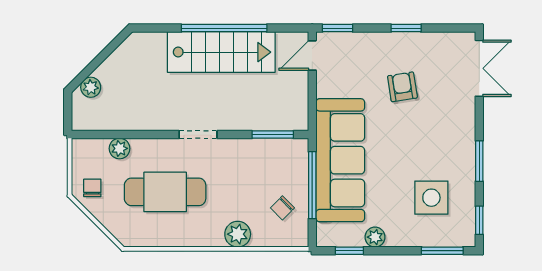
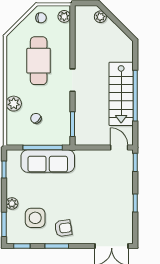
armchair: (402, 87) -> (63, 228), moved
plant: (119, 148) -> (64, 16), moved
sofa: (340, 160) -> (48, 161), width x0.74, depth x0.79
chair: (282, 208) -> (36, 118), moved
plant: (375, 237) -> (12, 203), moved

